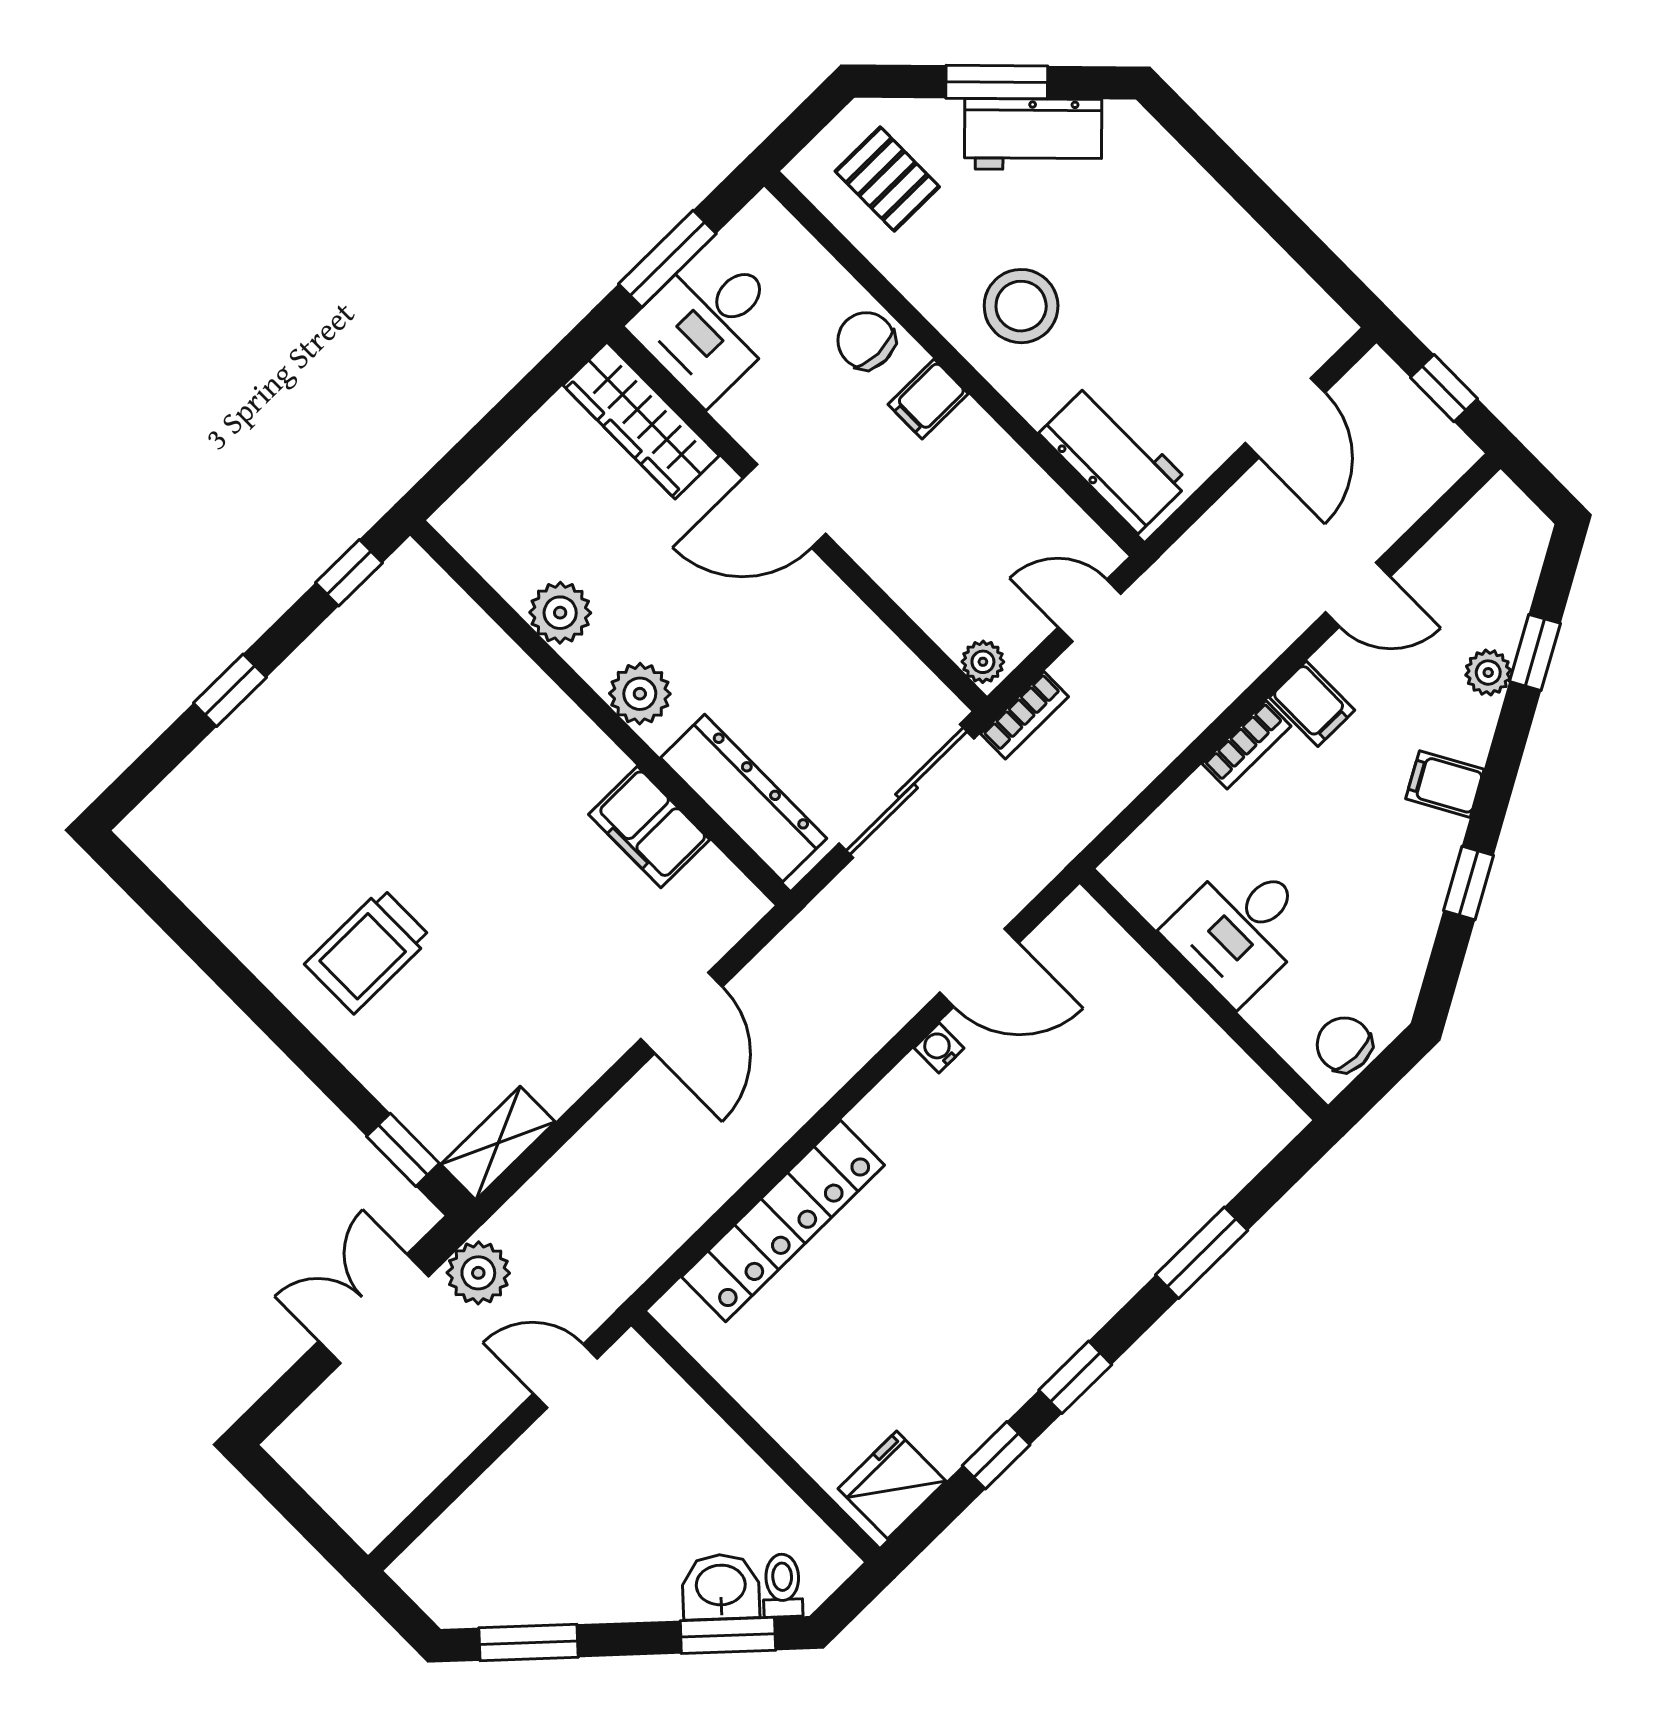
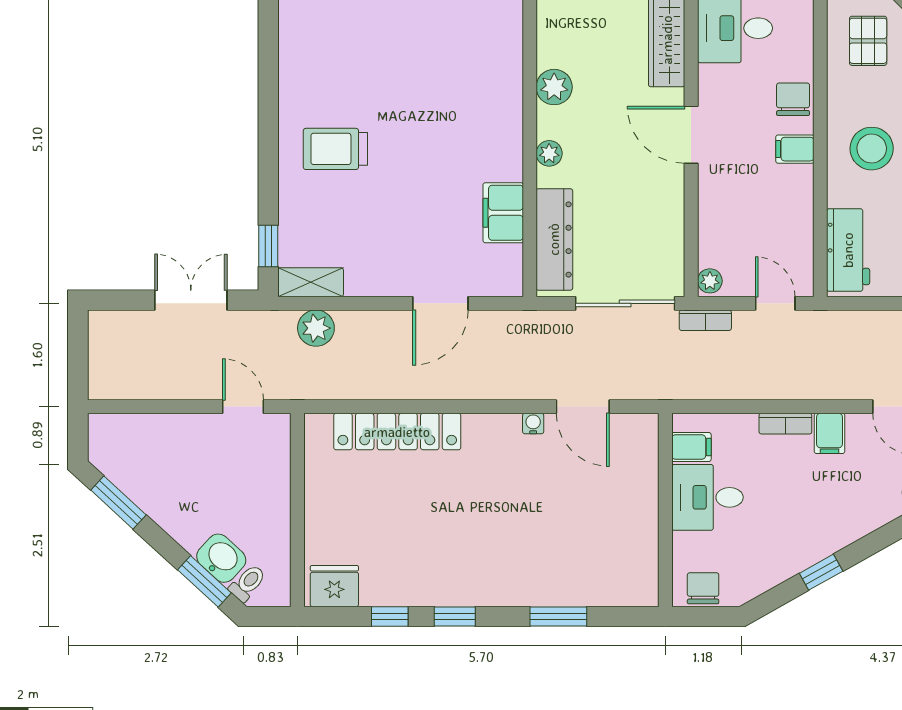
plant: (640, 694) -> (549, 153), width x0.73, depth x0.73
filing cabinet: (1445, 784) -> (691, 447), moved, turned 119
plant: (478, 1273) -> (316, 328), moved

